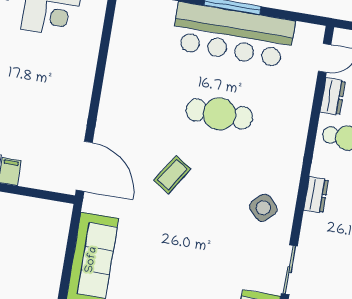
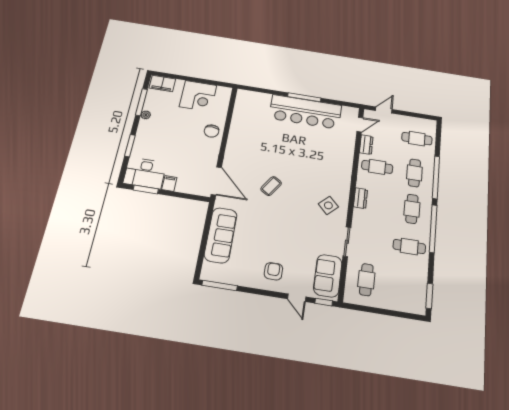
chair: (75, 75) -> (212, 131), added
cafe table: (219, 114) -> (299, 153), removed

